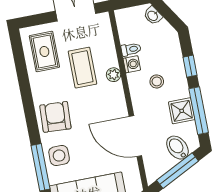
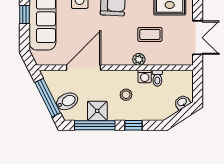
coffee table: (82, 68) -> (150, 34), width x0.73, depth x0.77

